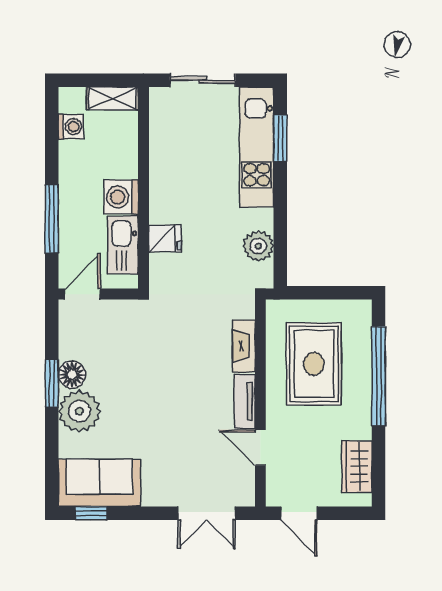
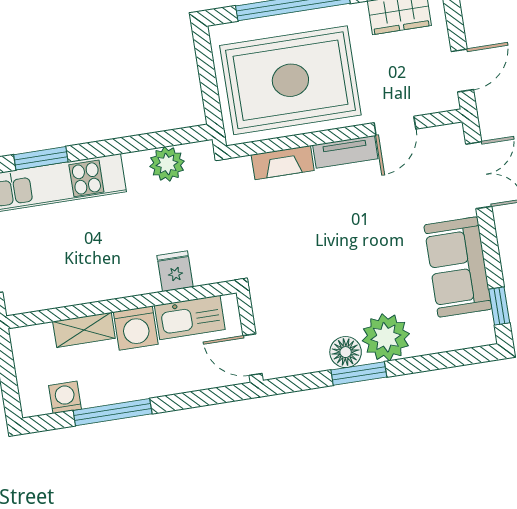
shelving: (112, 98) -> (84, 330), moved, turned 90
window: (52, 219) -> (113, 412), moved
rug: (314, 364) -> (290, 80), width x1.37, depth x1.44
sofa: (99, 483) -> (458, 267), moved

